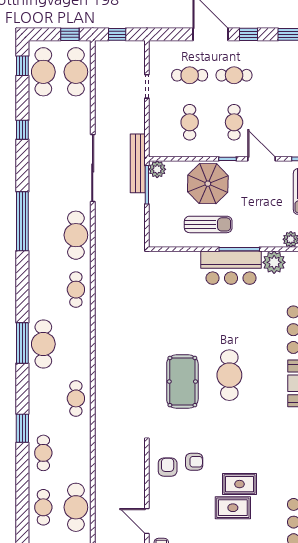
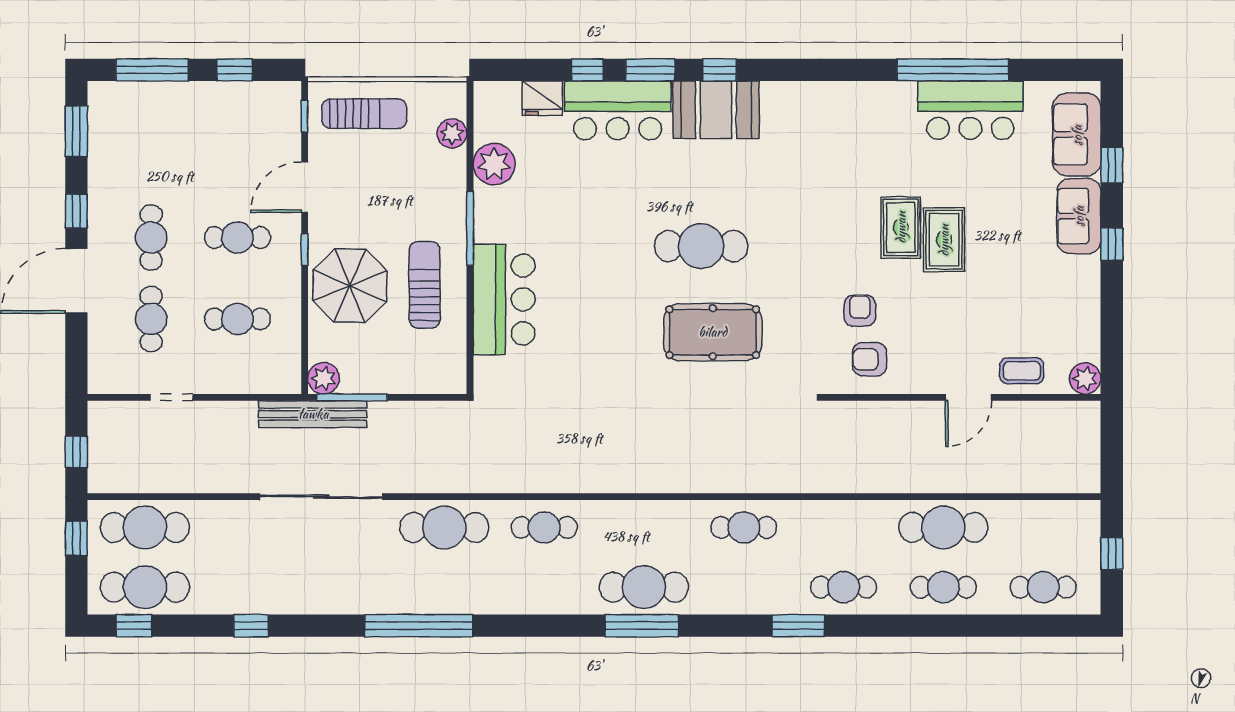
bar counter: (231, 268) -> (504, 299), moved

